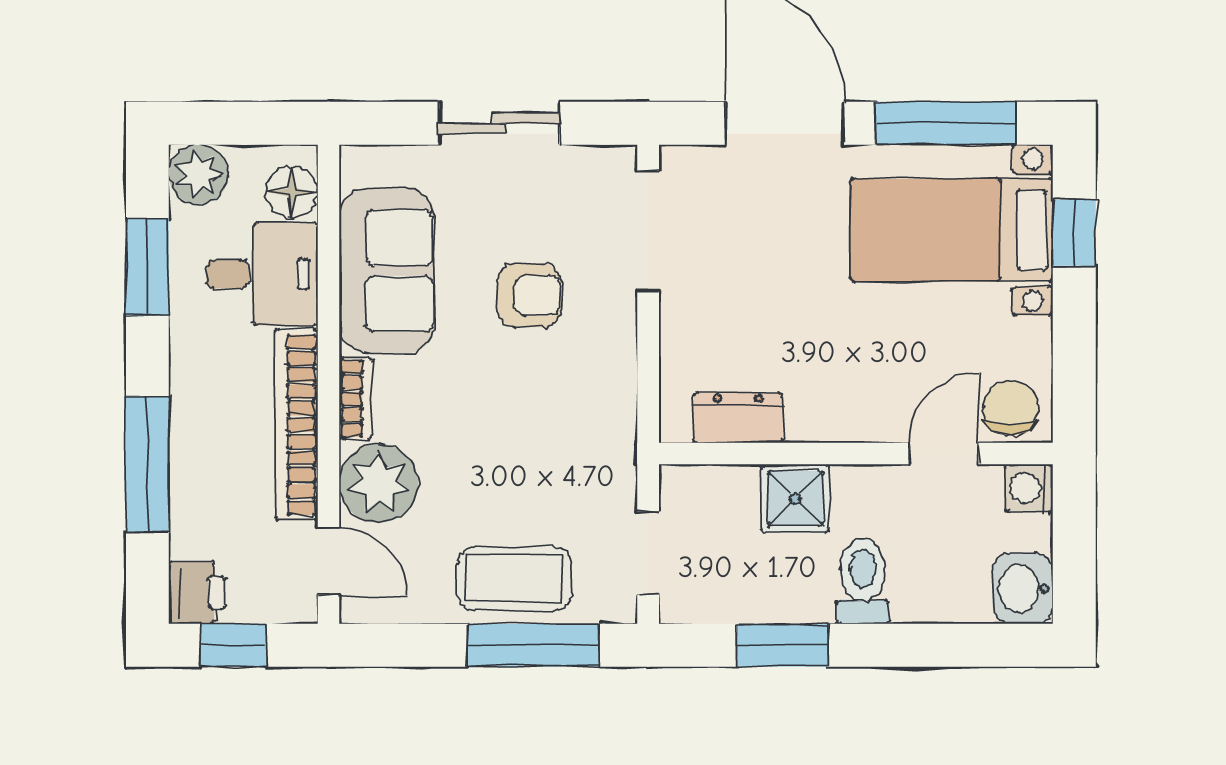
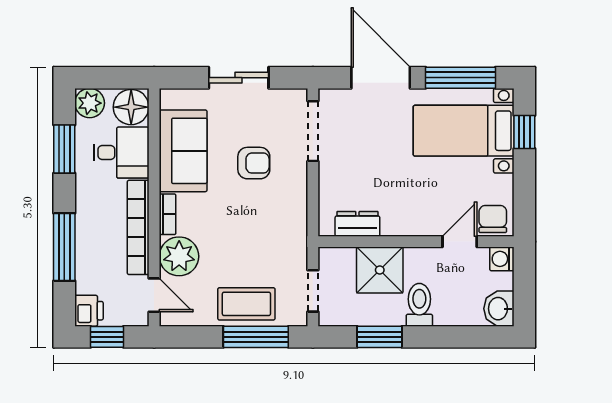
floor lamp: (292, 192) -> (131, 107), width x1.38, depth x1.38
shower: (795, 498) -> (380, 270), width x1.36, depth x1.36

